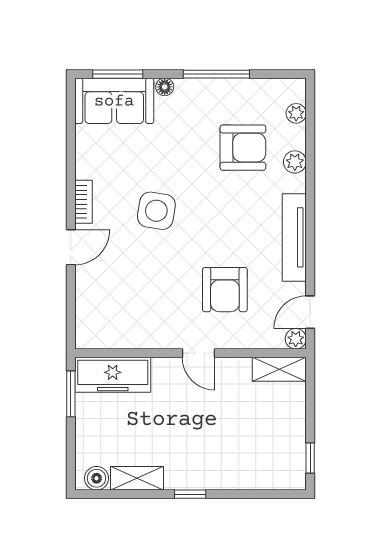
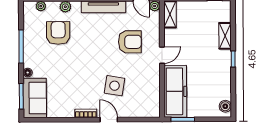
side table: (156, 211) -> (115, 86), moved
freezer: (113, 375) -> (175, 91), width x1.36, depth x1.26
shelving: (137, 478) -> (225, 36), moved

